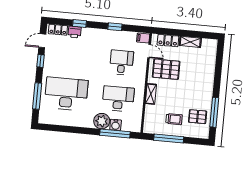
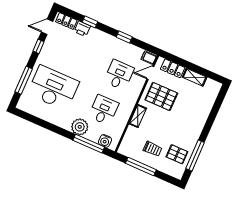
door: (149, 51) -> (150, 73), swing flipped
desk: (118, 99) -> (104, 110), width x0.73
water cooler: (116, 125) -> (105, 141), moved

